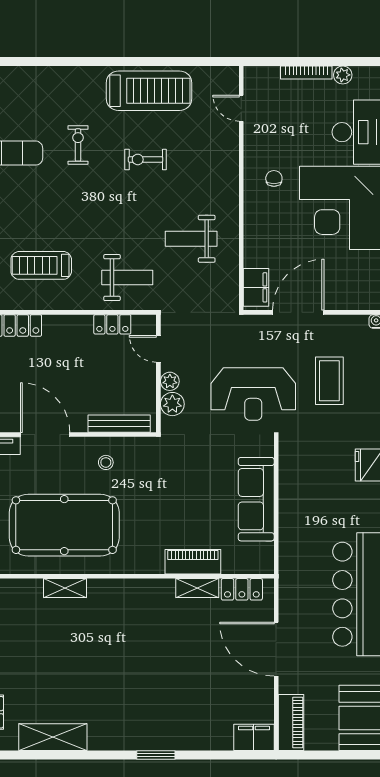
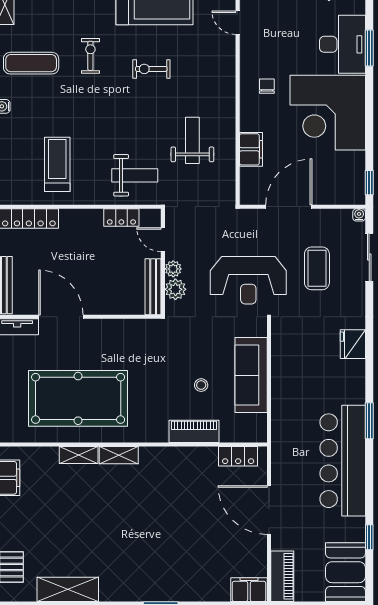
weight bench: (191, 239) -> (192, 140), turned 90
treadmill: (41, 265) -> (57, 164), turned 90
filing cabinet: (256, 287) -> (251, 149), moved
bench: (119, 424) -> (153, 287), moved, turned 90
stool: (106, 462) -> (201, 385), moved
shelving: (197, 588) -> (119, 455), moved

